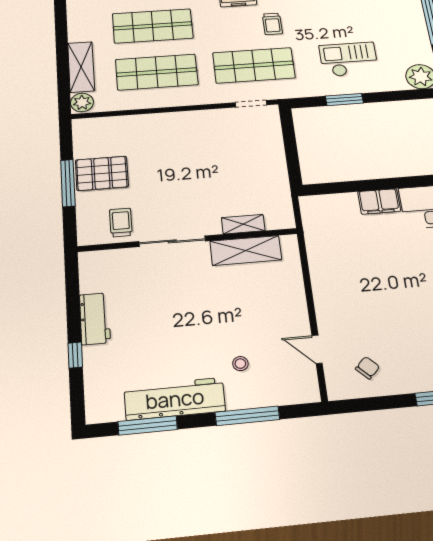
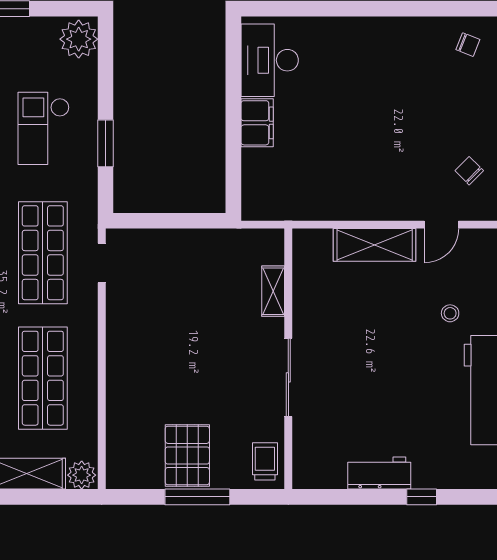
trolley: (121, 223) -> (265, 461), moved, turned 90
shelving: (246, 250) -> (375, 245), moved, turned 90

